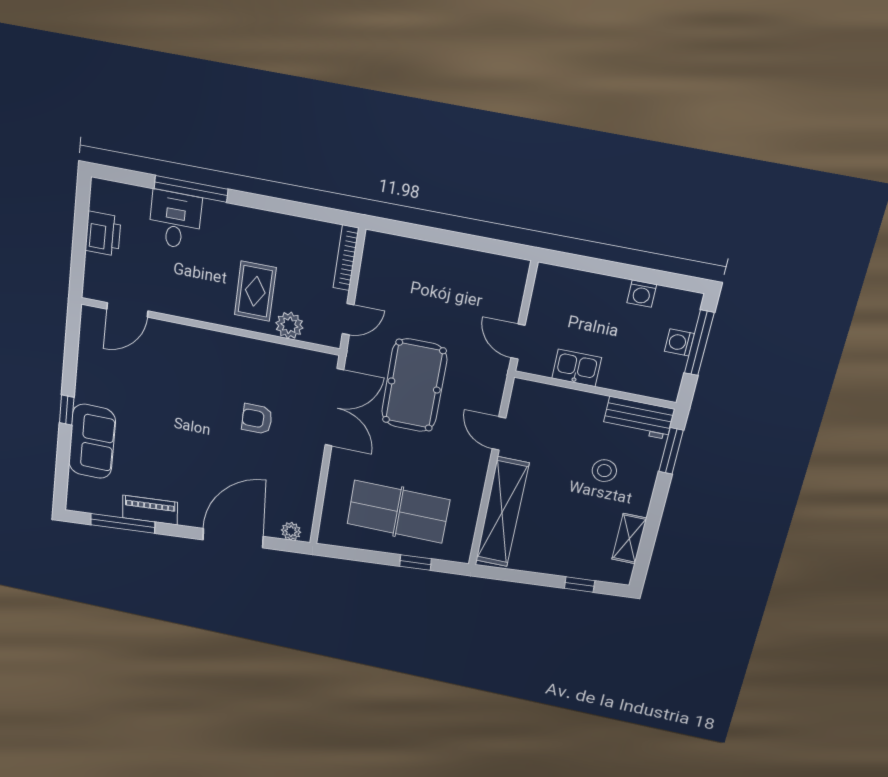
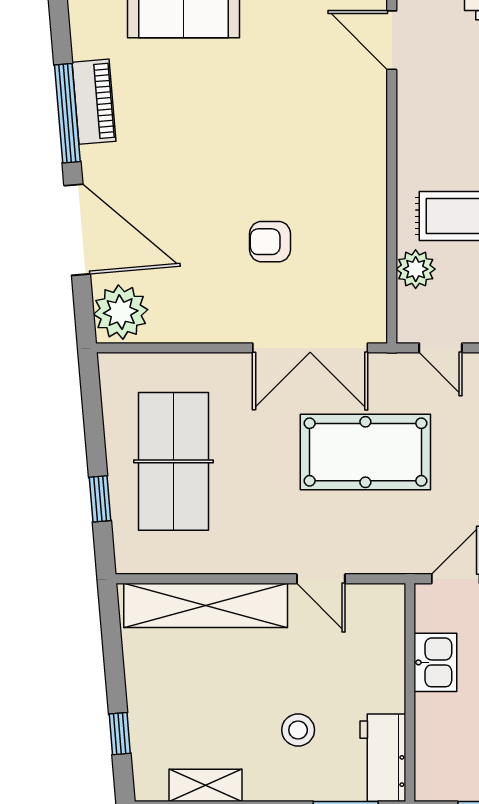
armchair: (257, 419) -> (270, 242), turned -90
door: (499, 434) -> (321, 579), swing flipped
window: (123, 523) -> (67, 113), moved
plant: (291, 531) -> (121, 312), width x1.87, depth x1.87

